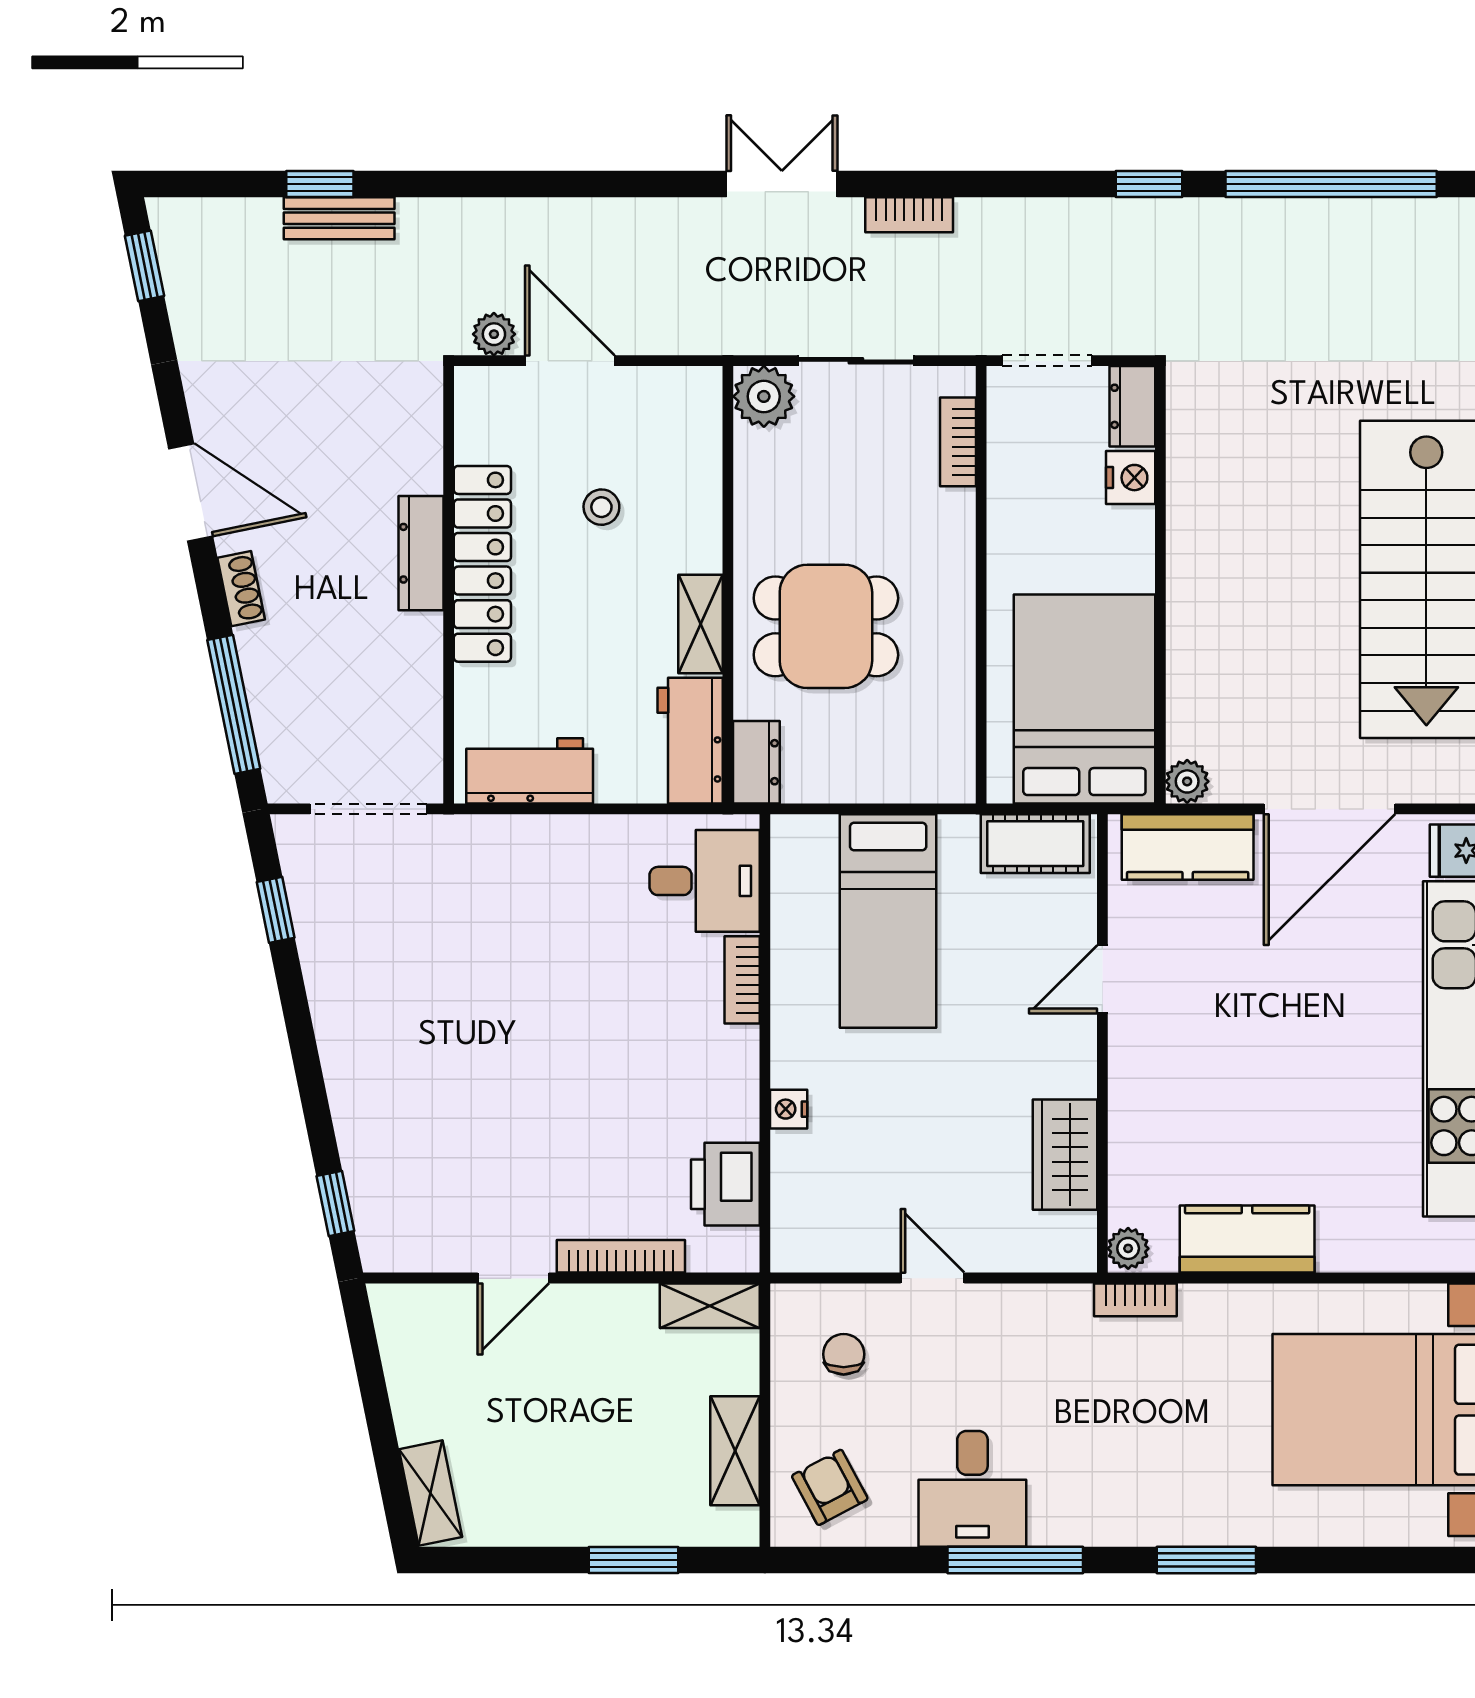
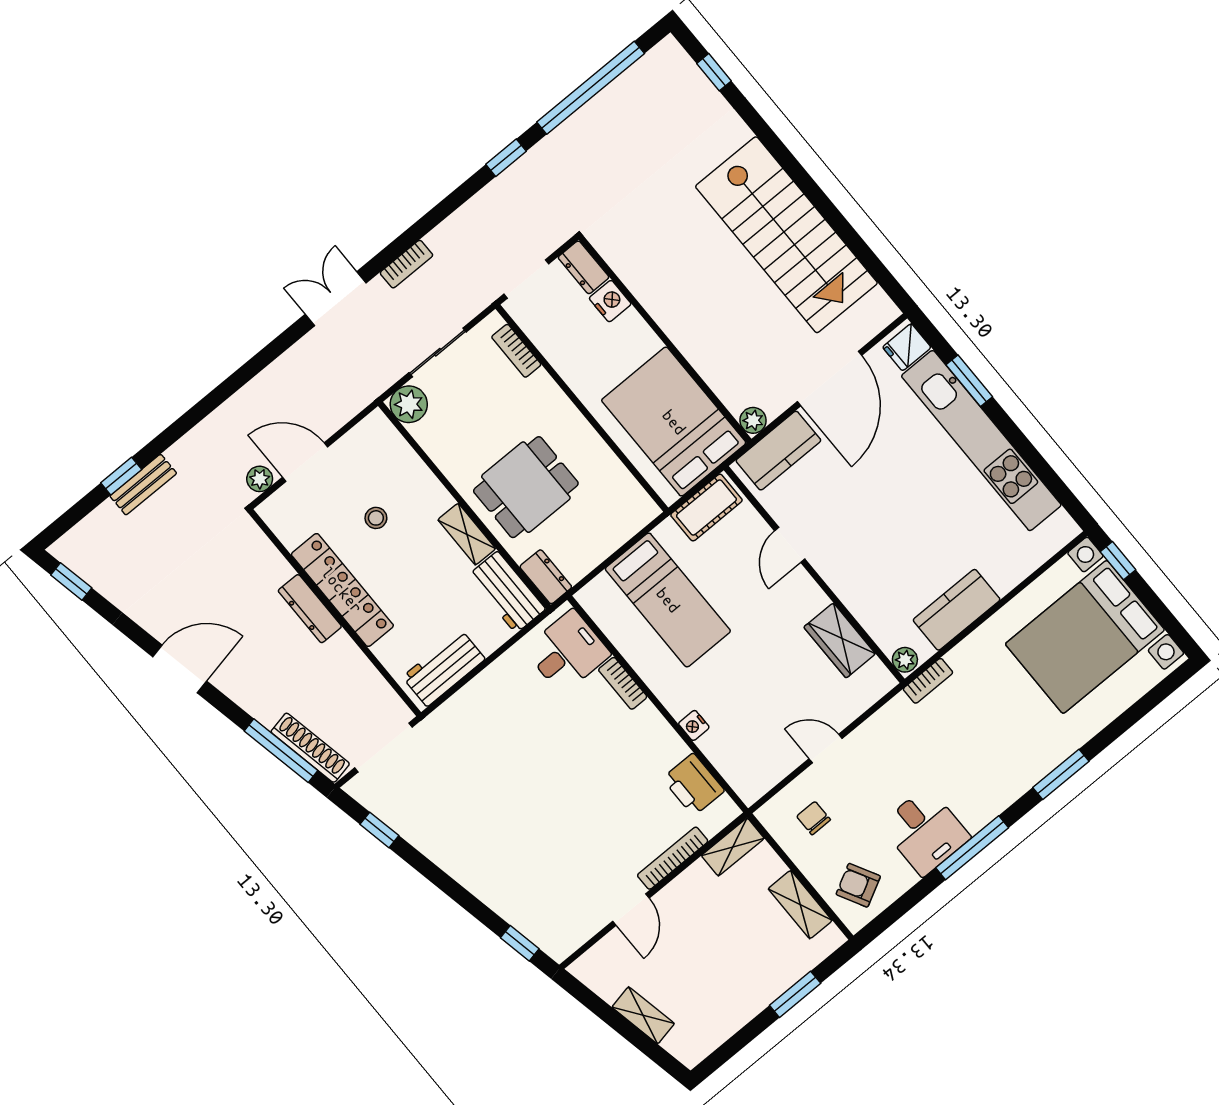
shoe rack: (241, 589) -> (310, 748), moved, width x1.94, depth x1.24
shelving: (431, 1493) -> (643, 1015), moved

